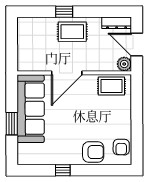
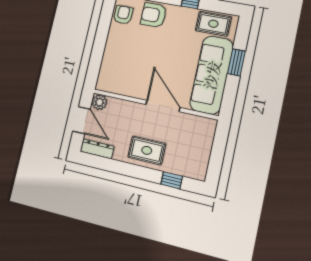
window: (64, 12) -> (172, 180), moved
door: (67, 73) -> (163, 106), hinge flipped
rug: (111, 86) -> (213, 24), moved

